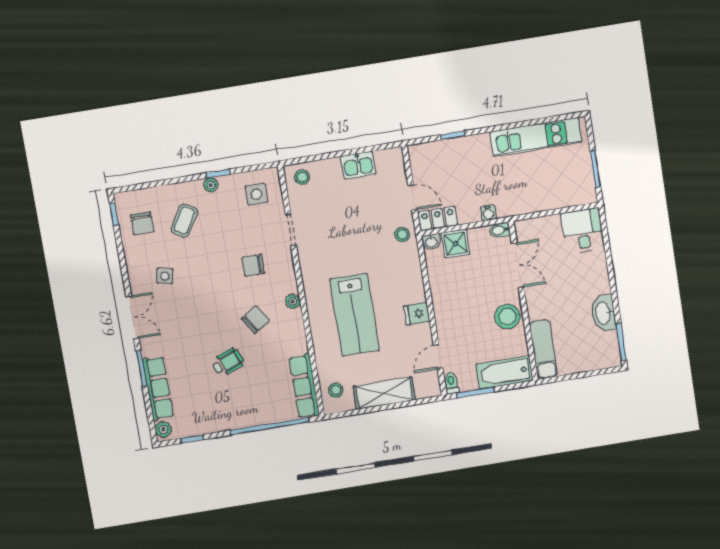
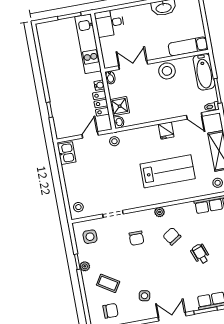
kitchen unit: (536, 137) -> (88, 44), moved, turned 180
kitchen sink: (358, 165) -> (67, 153), moved
locker: (438, 219) -> (101, 104), moved

